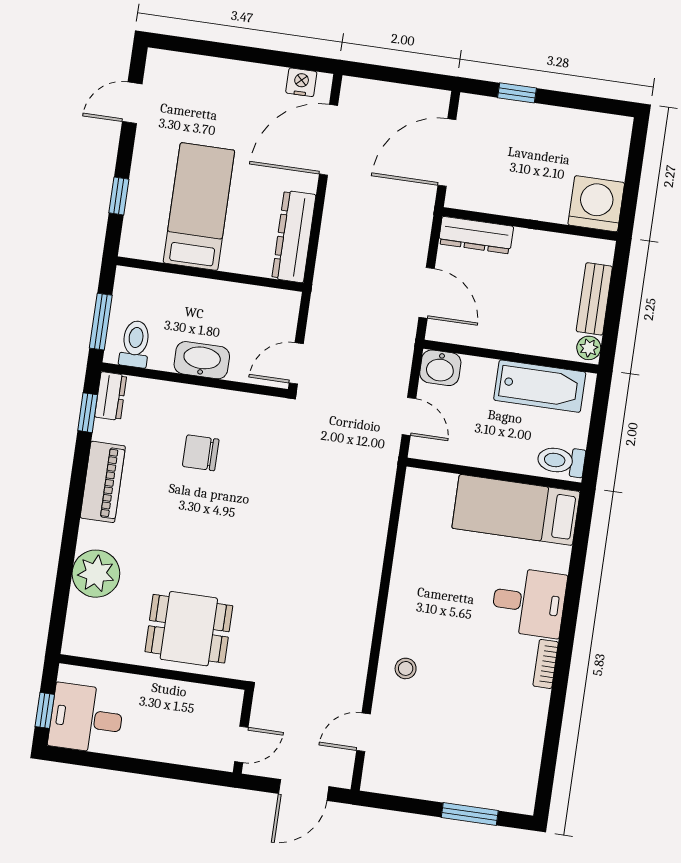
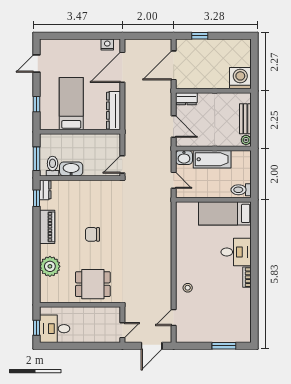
dresser: (476, 235) -> (186, 99), width x0.70
washbasin: (202, 360) -> (71, 169), moved
bathtub: (540, 386) -> (212, 159), moved
chair: (201, 453) -> (92, 234), moved

